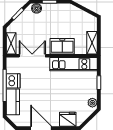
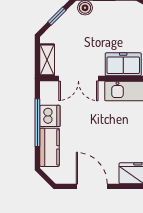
double door: (32, 56) -> (78, 78), swing flipped

